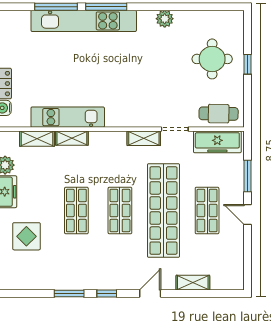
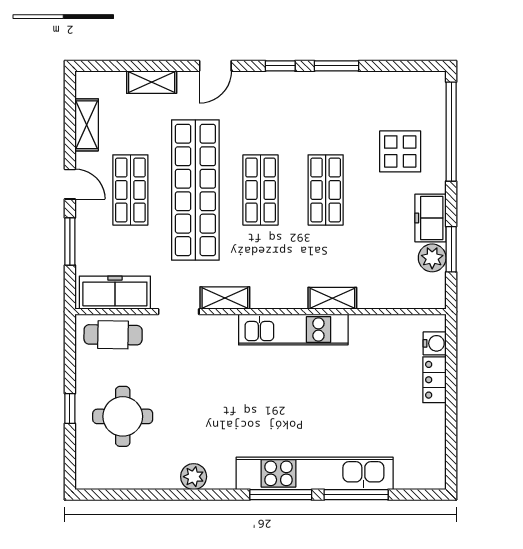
kitchen unit: (68, 117) -> (293, 330), moved
shelving: (37, 139) -> (87, 125), moved, turned 90

